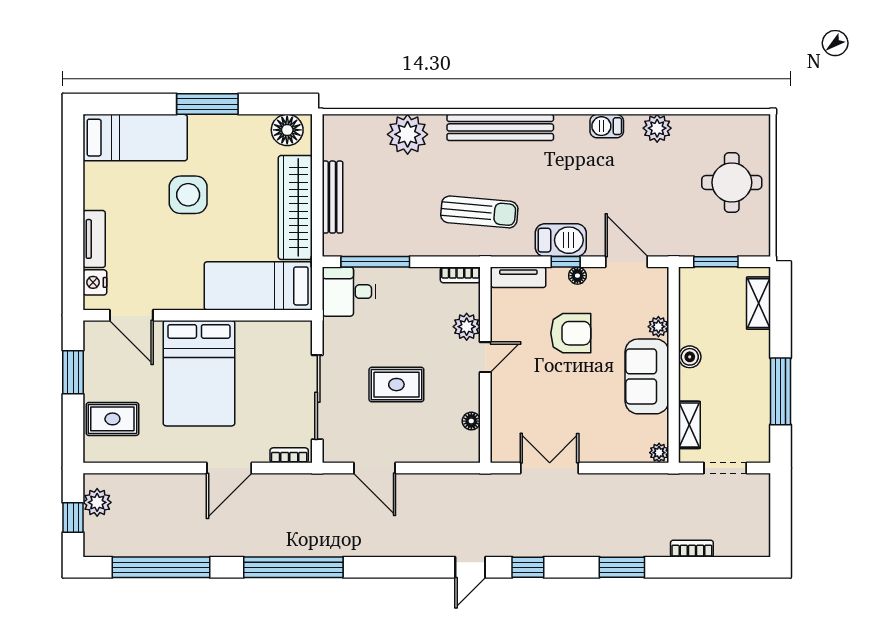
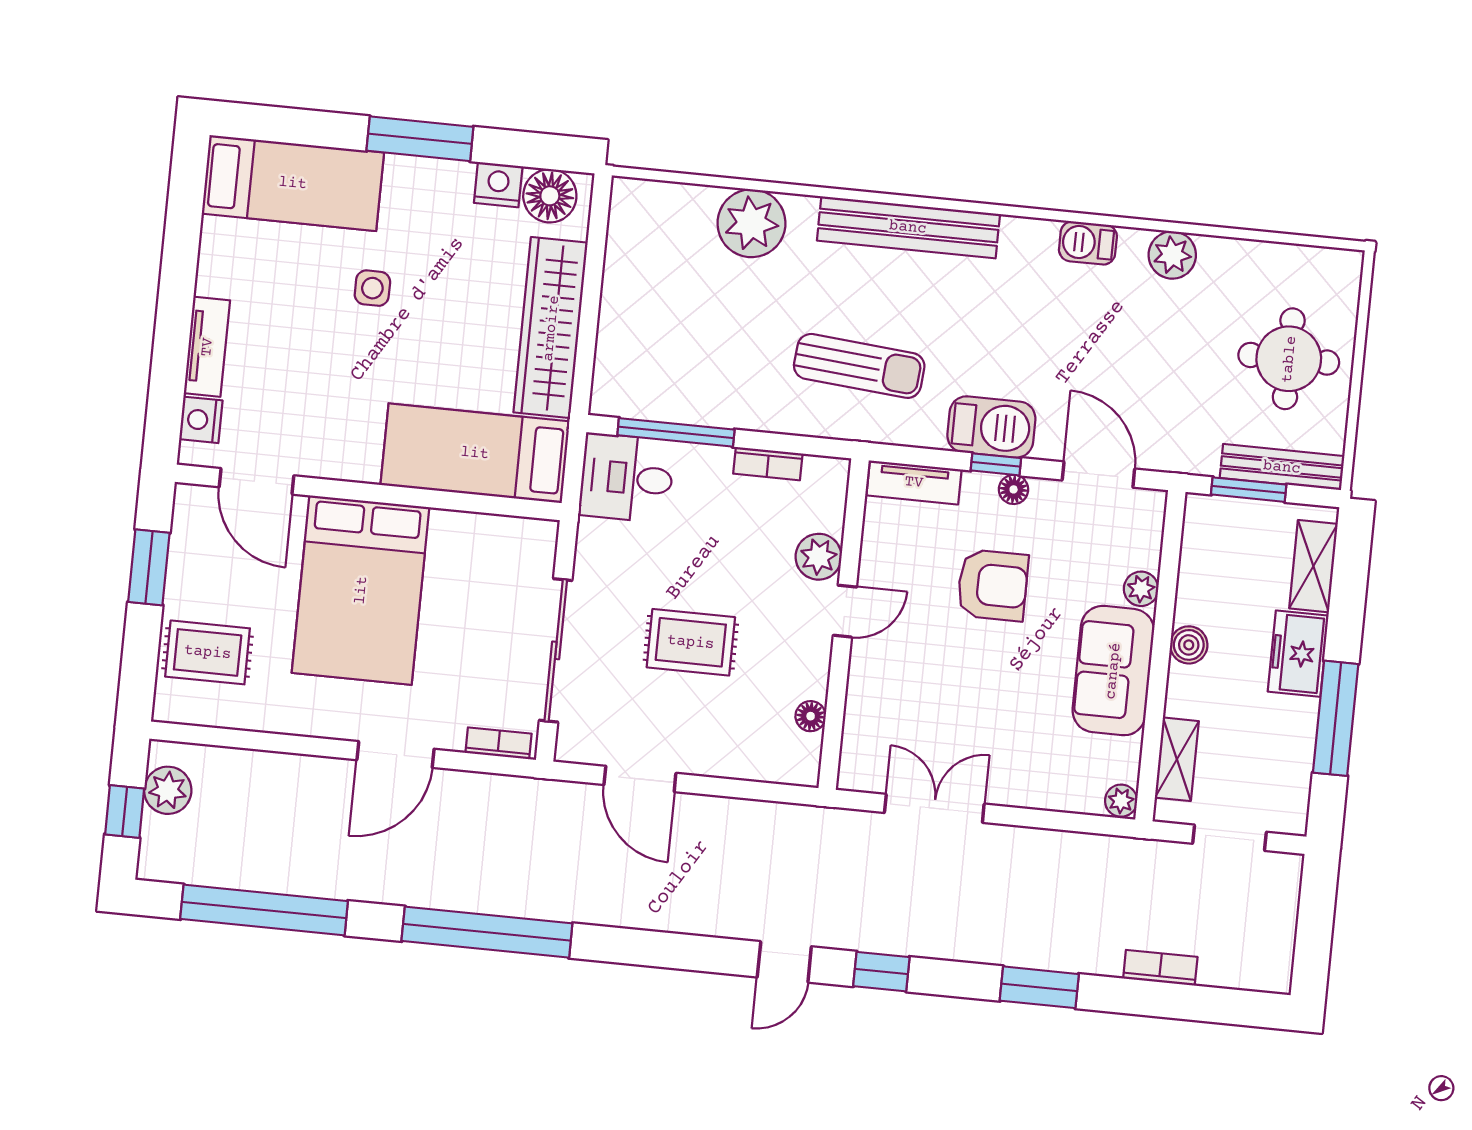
nightstand: (256, 126) -> (498, 185), added
side table: (188, 195) -> (372, 288), width x0.54, depth x0.54
bench: (333, 197) -> (1282, 467), moved, turned 90
bookcase: (460, 275) -> (768, 464), moved
freezer: (755, 356) -> (1298, 654), added

